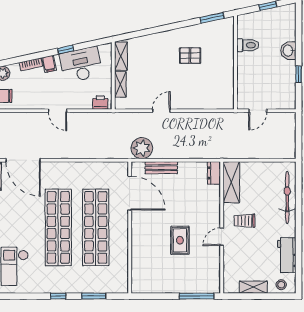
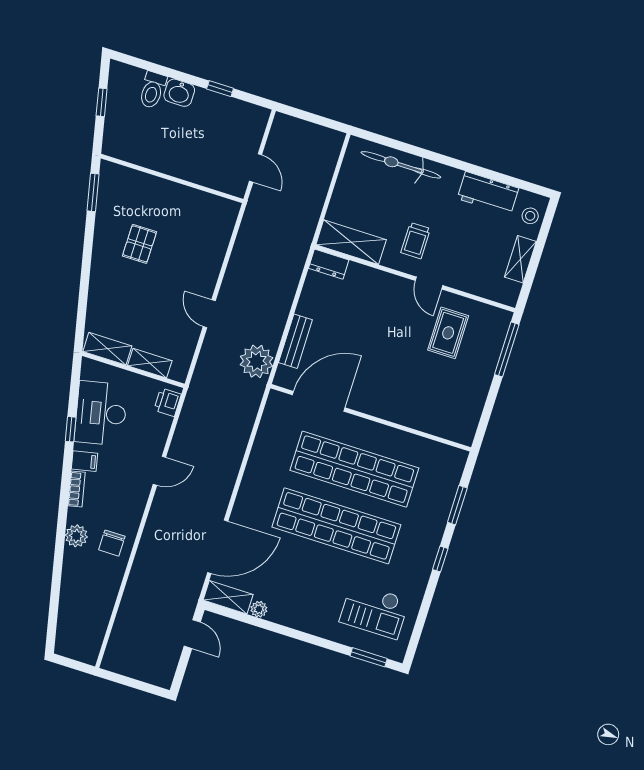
toilet: (248, 45) -> (152, 90), moved, turned 180
rug: (180, 240) -> (448, 333), moved, turned 90

